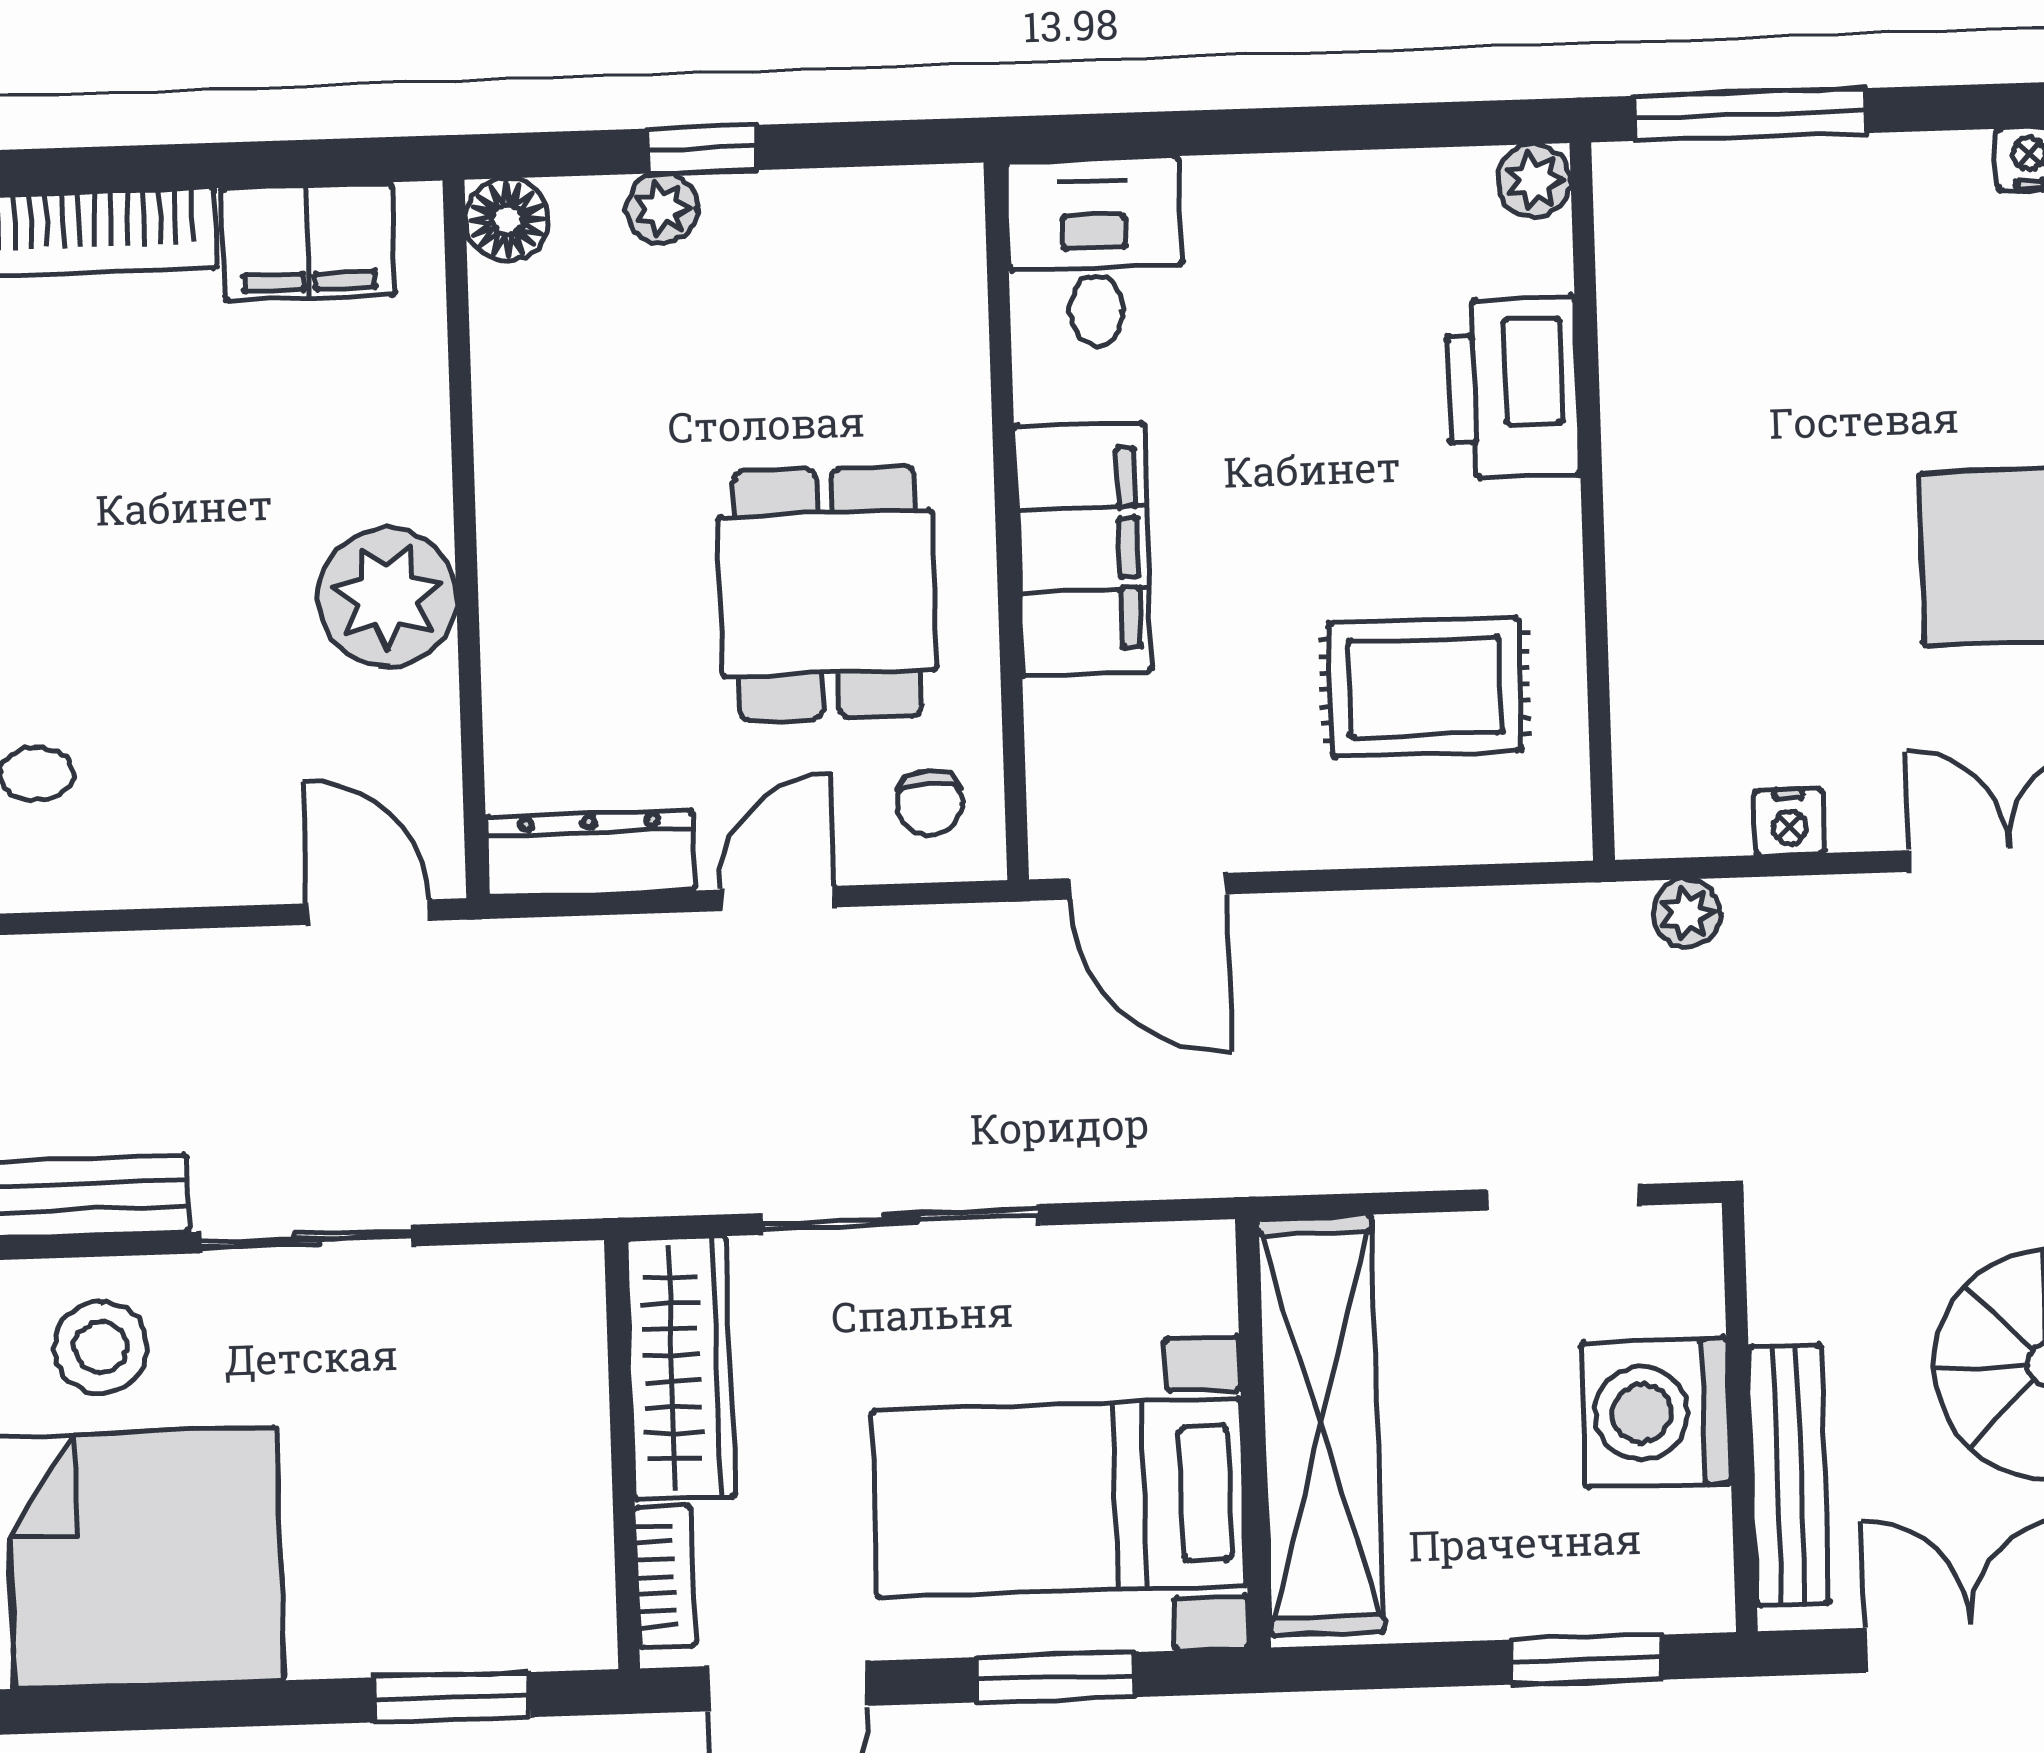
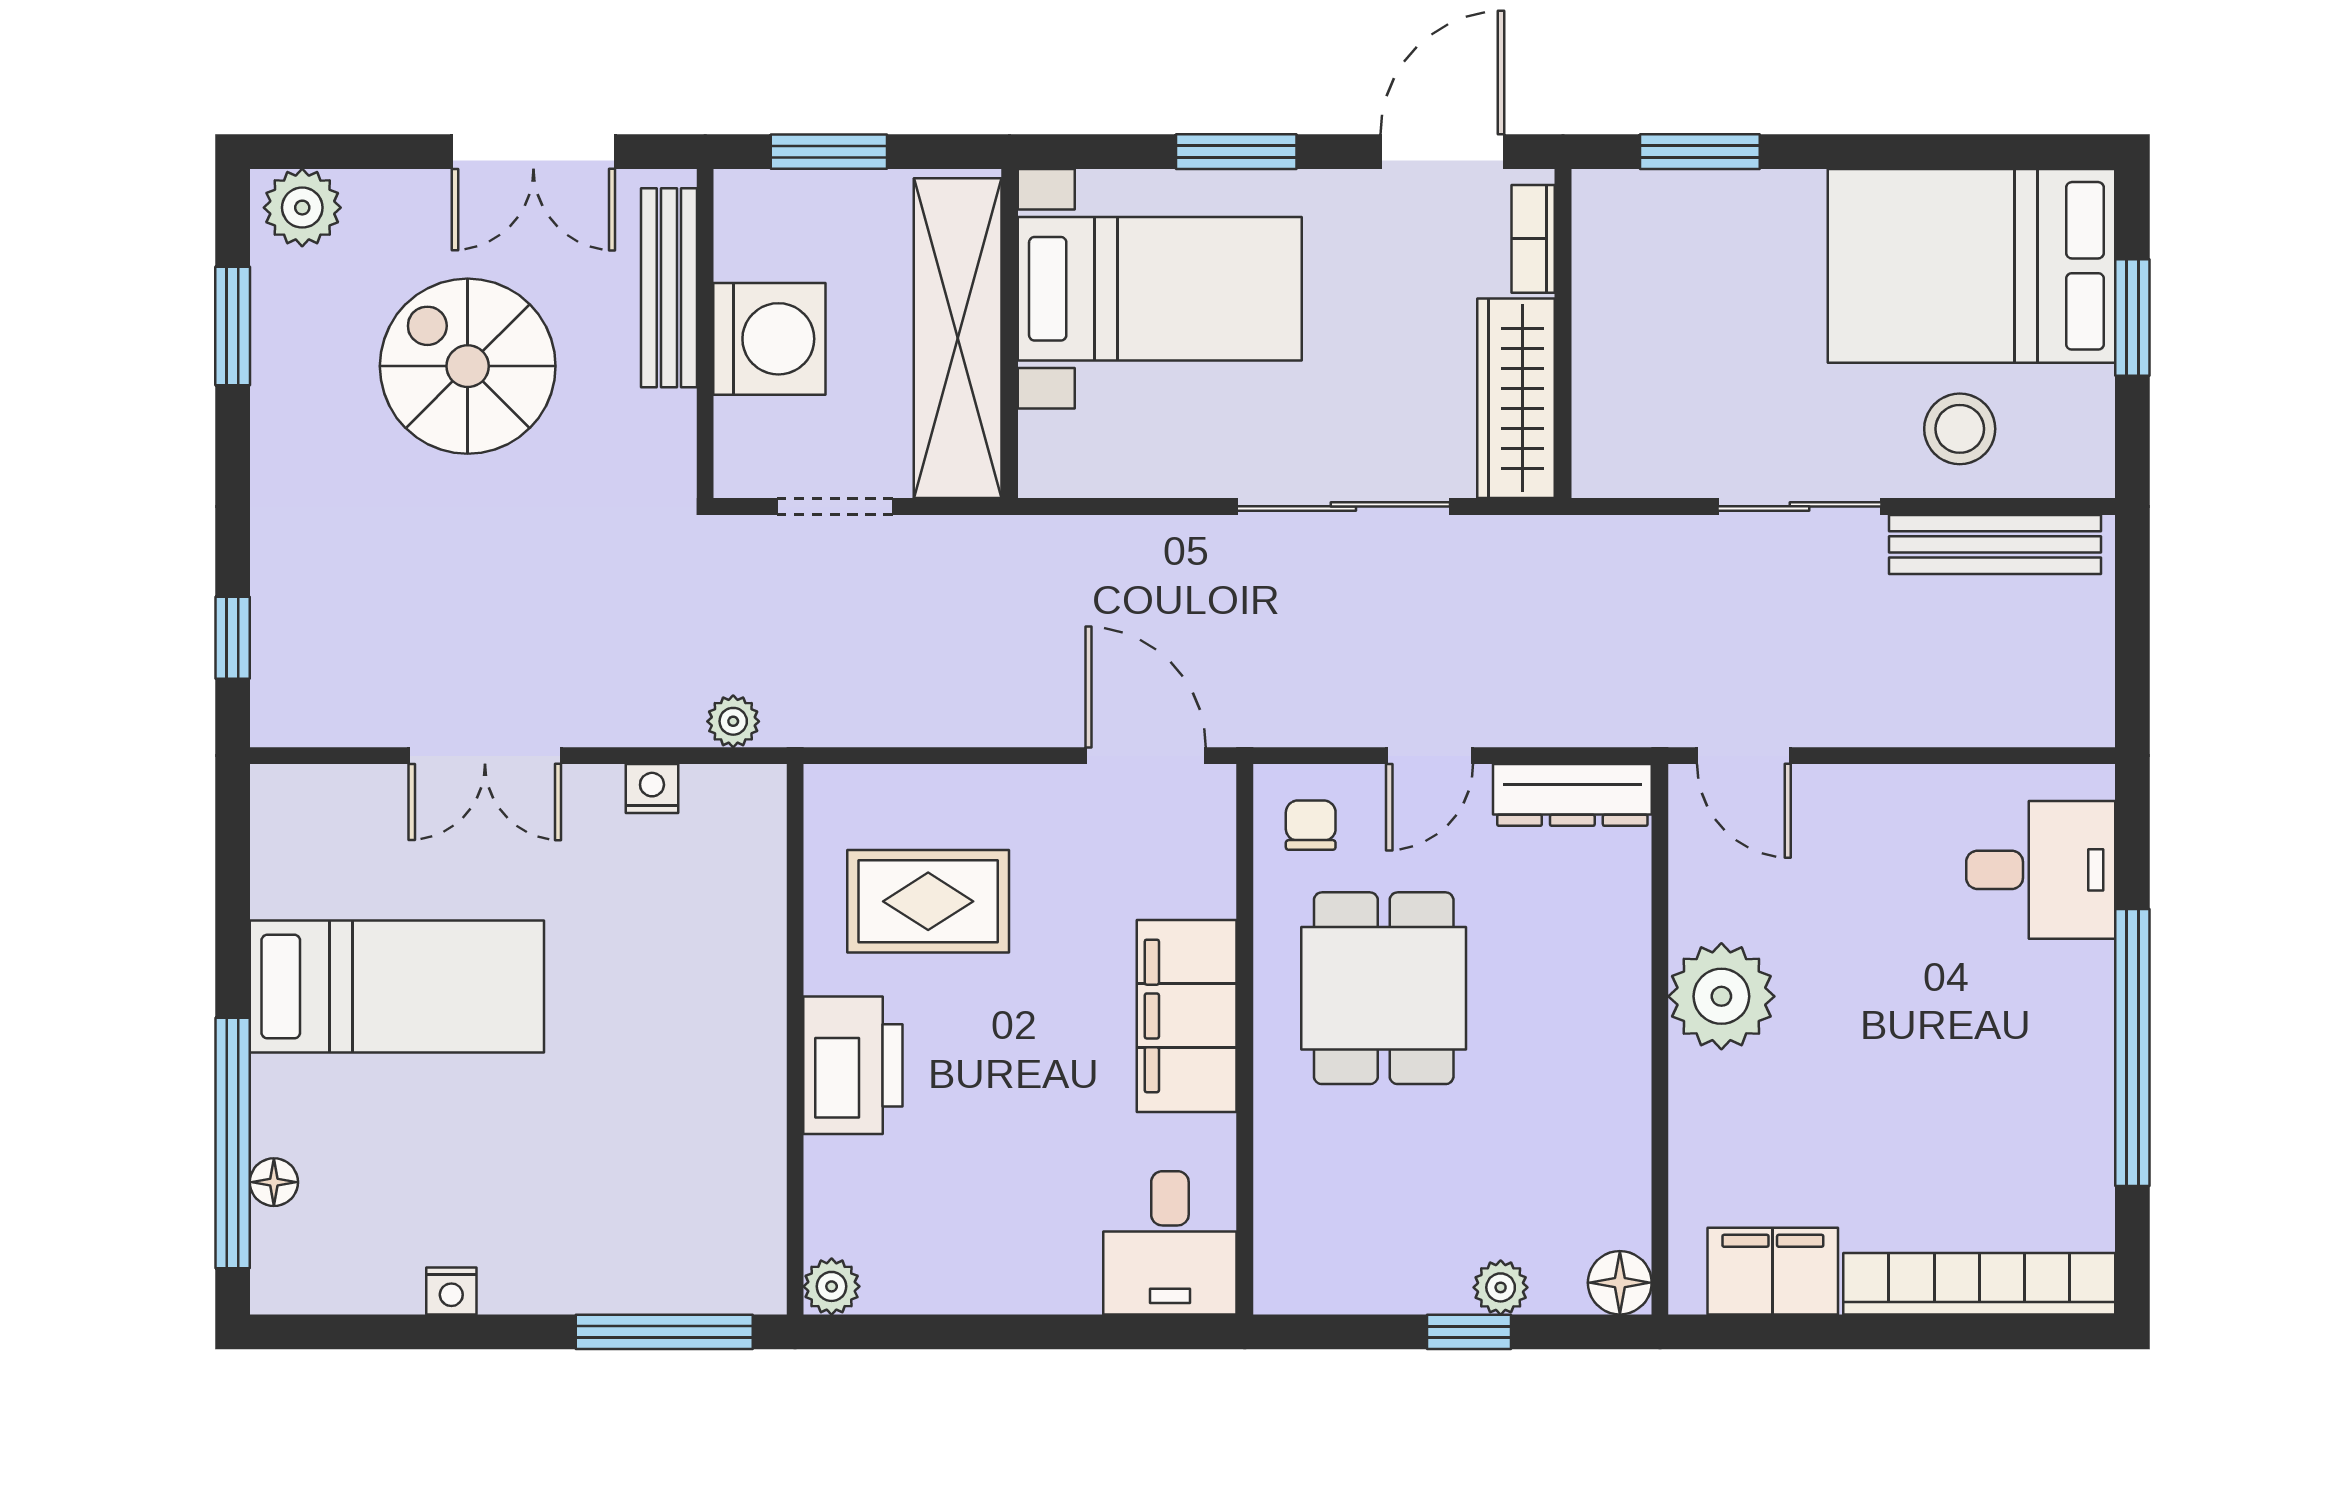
printer: (1513, 388) -> (853, 1065), moved
shelving: (1321, 1425) -> (958, 338), moved
wall: (1253, 1433) -> (1010, 334), moved
bed with nightstands: (1059, 1498) -> (1160, 289), moved

